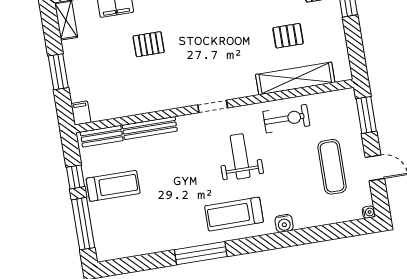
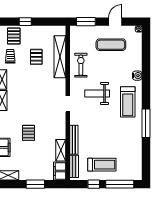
shelving: (127, 108) -> (61, 150), added
filing cabinet: (81, 113) -> (60, 171), width x2.00
treadmill: (113, 186) -> (102, 165), turned 90

